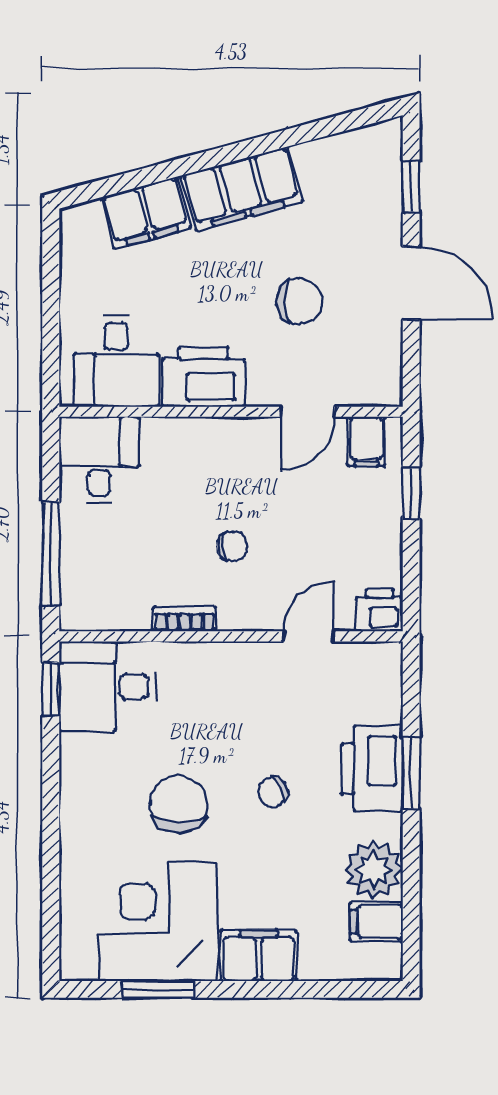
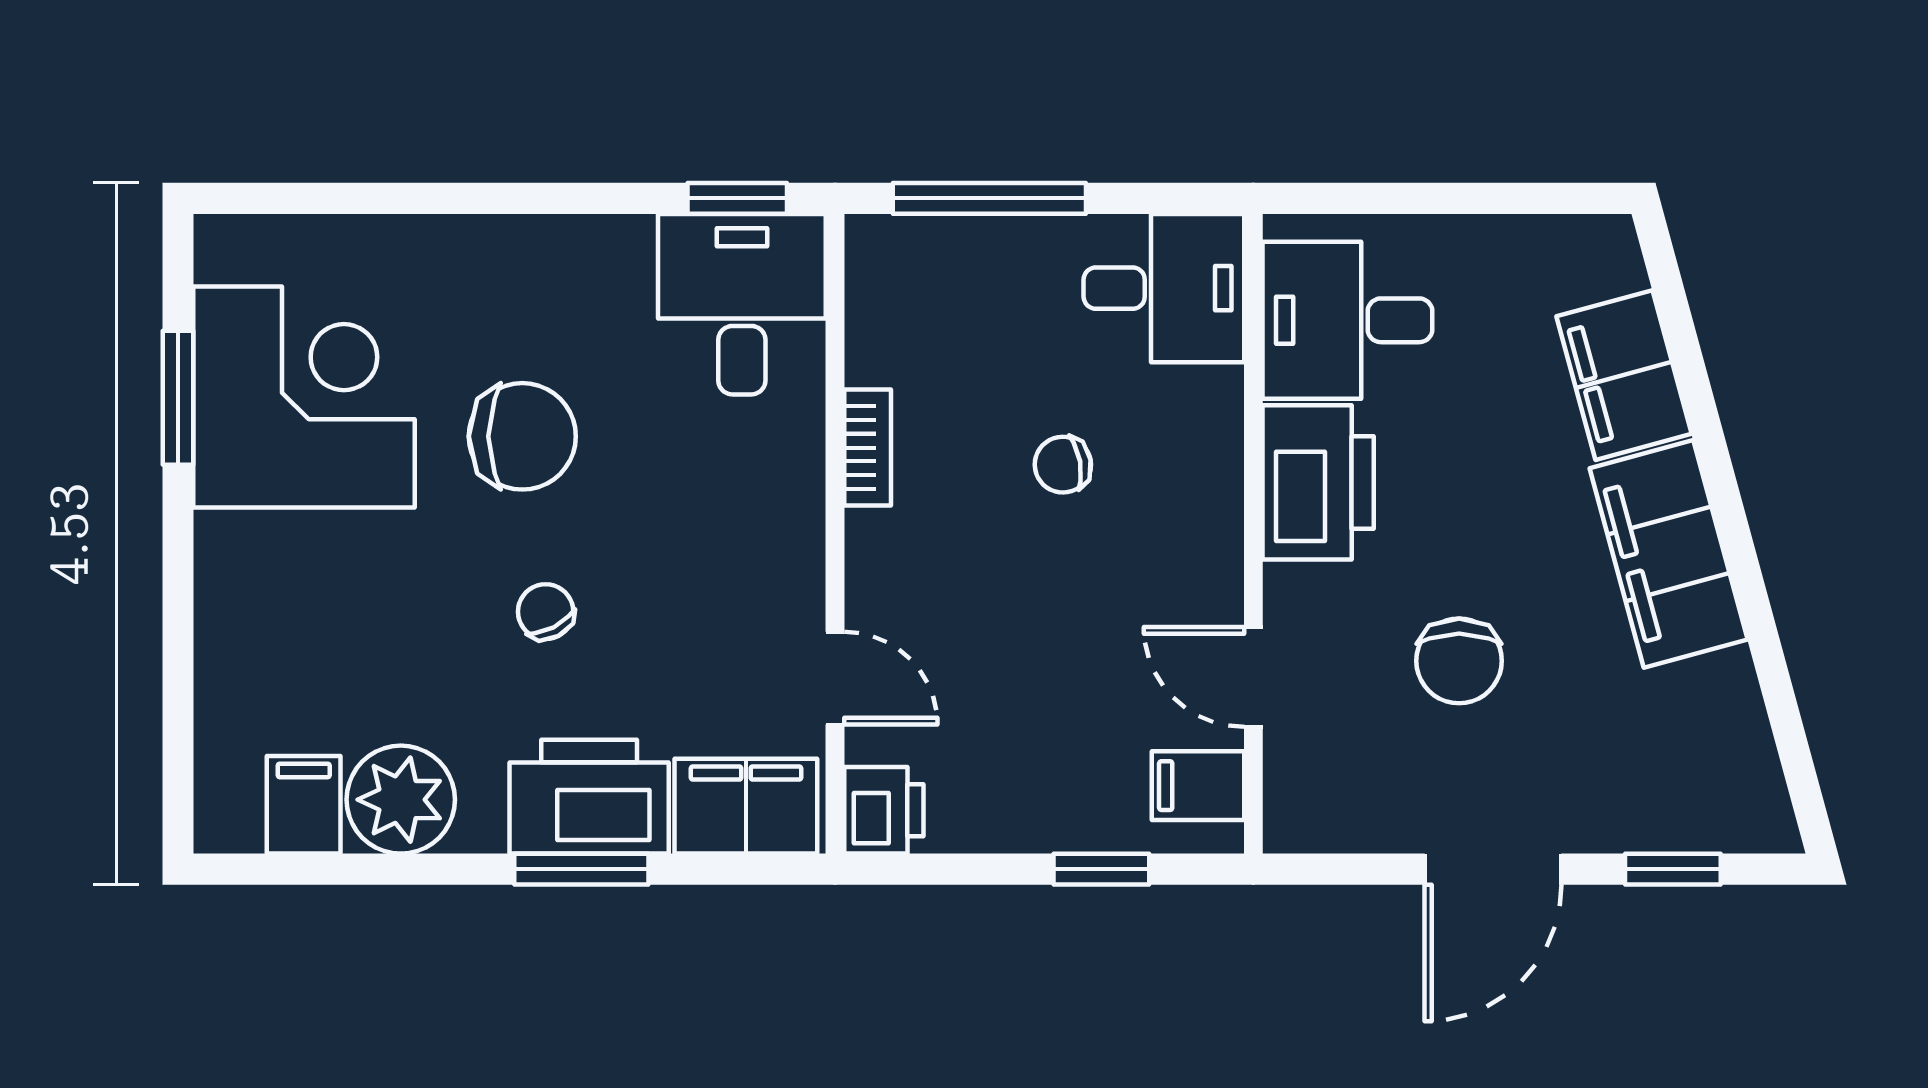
chair: (232, 546) -> (1063, 465), moved, turned 80
filing cabinet: (259, 956) -> (746, 806), moved, turned -90

